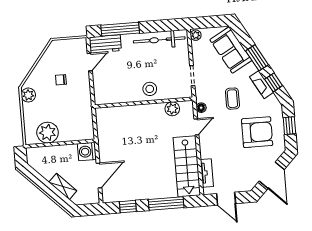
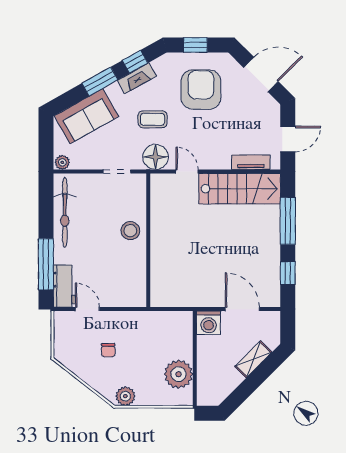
floor lamp: (201, 108) -> (156, 157), width x1.89, depth x1.89
plant: (172, 109) -> (160, 202), removed

